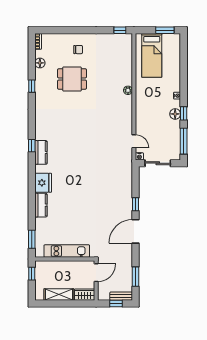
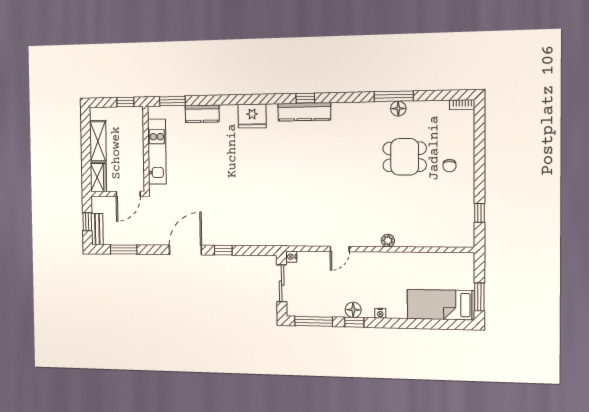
window: (120, 30) -> (479, 213), moved
bed: (152, 55) -> (441, 305), moved
floor lamp: (40, 63) -> (398, 109), moved
dining table: (72, 79) -> (405, 157), turned 90
window: (32, 86) -> (394, 96), width x2.17
door: (134, 141) -> (340, 249), moved
kitchen counter: (41, 152) -> (304, 112), width x1.50
kitchen counter: (41, 205) -> (202, 114), moved
door: (135, 231) -> (185, 250), hinge flipped
door: (96, 273) -> (128, 194), hinge flipped

